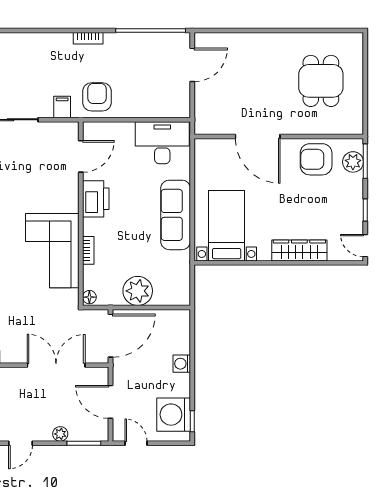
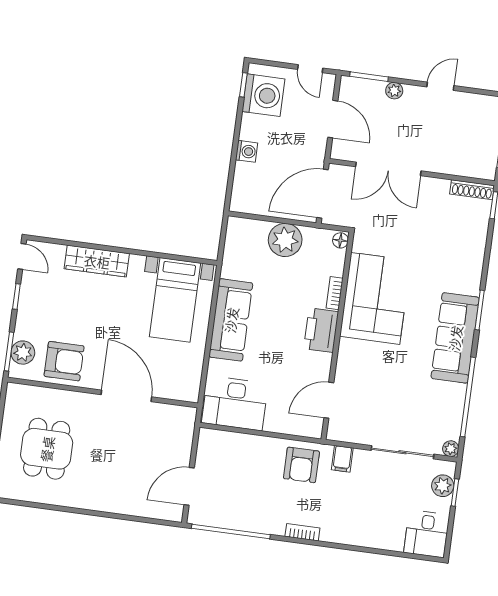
printer: (96, 199) -> (321, 330), moved

